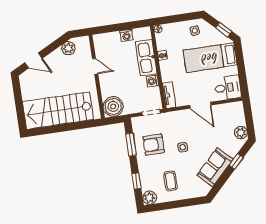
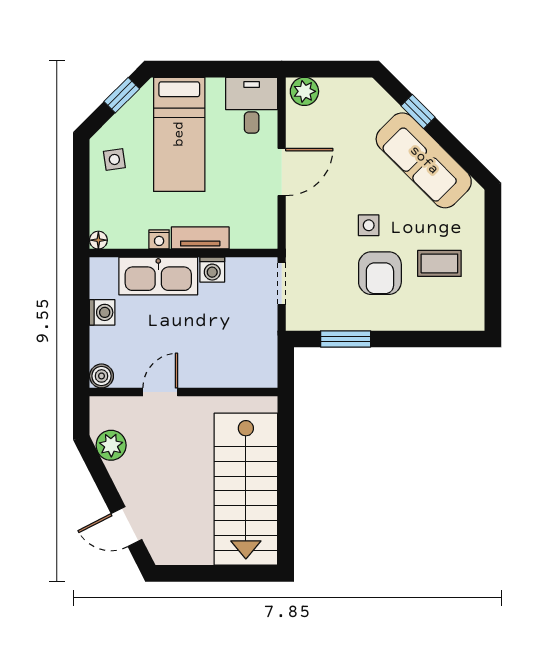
door: (34, 60) -> (126, 527), swing flipped
tv unit: (169, 95) -> (200, 238), moved
boiler: (113, 106) -> (101, 376), moved, width x0.54, depth x0.54
plant: (241, 133) -> (304, 91), moved
armchair: (154, 145) -> (380, 273), moved
sofa: (215, 167) -> (424, 160), width x1.36
window: (136, 181) -> (428, 339), removed
plant: (150, 198) -> (469, 316), removed

